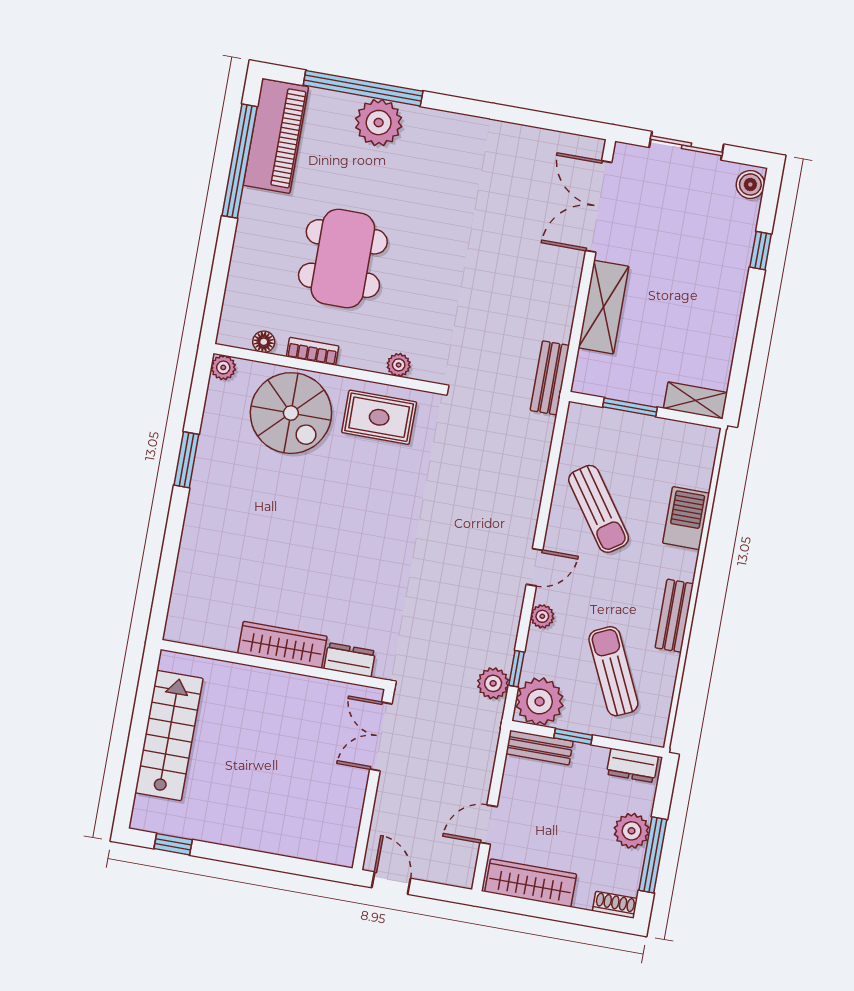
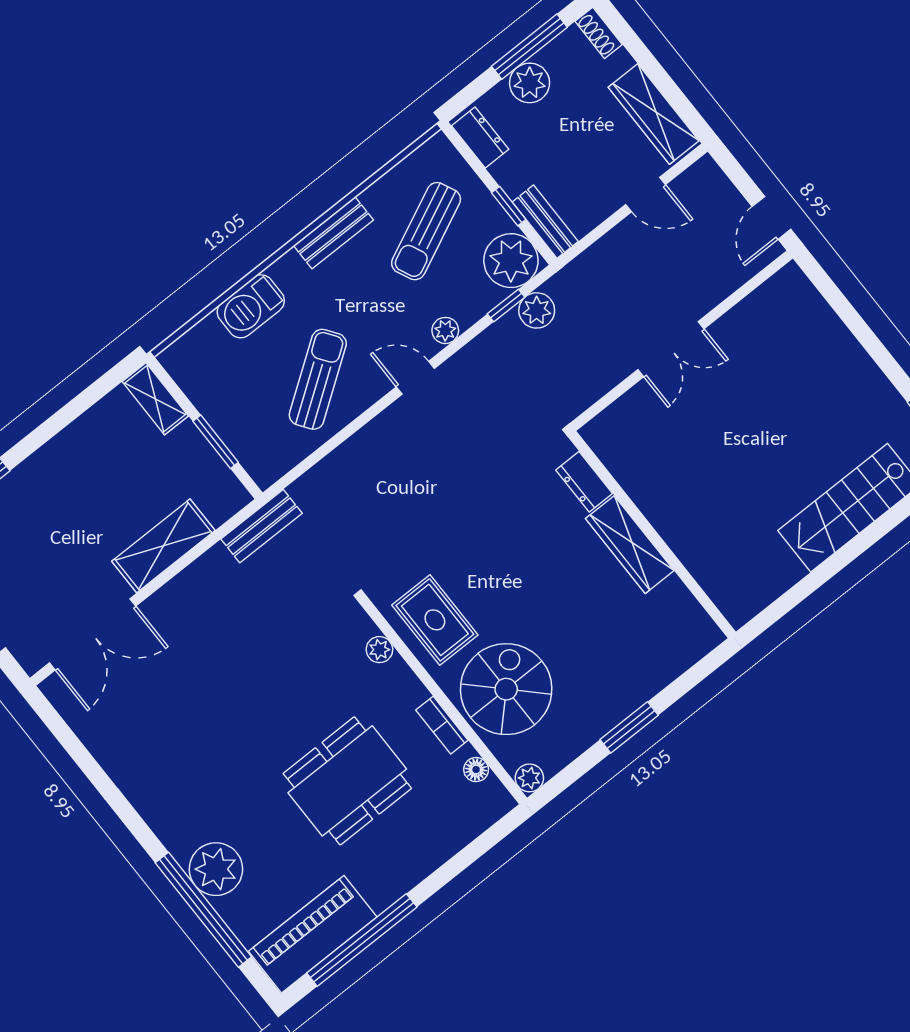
wardrobe: (282, 645) -> (630, 545), moved
dresser: (350, 660) -> (584, 482), moved
wall: (273, 665) -> (652, 535), moved

